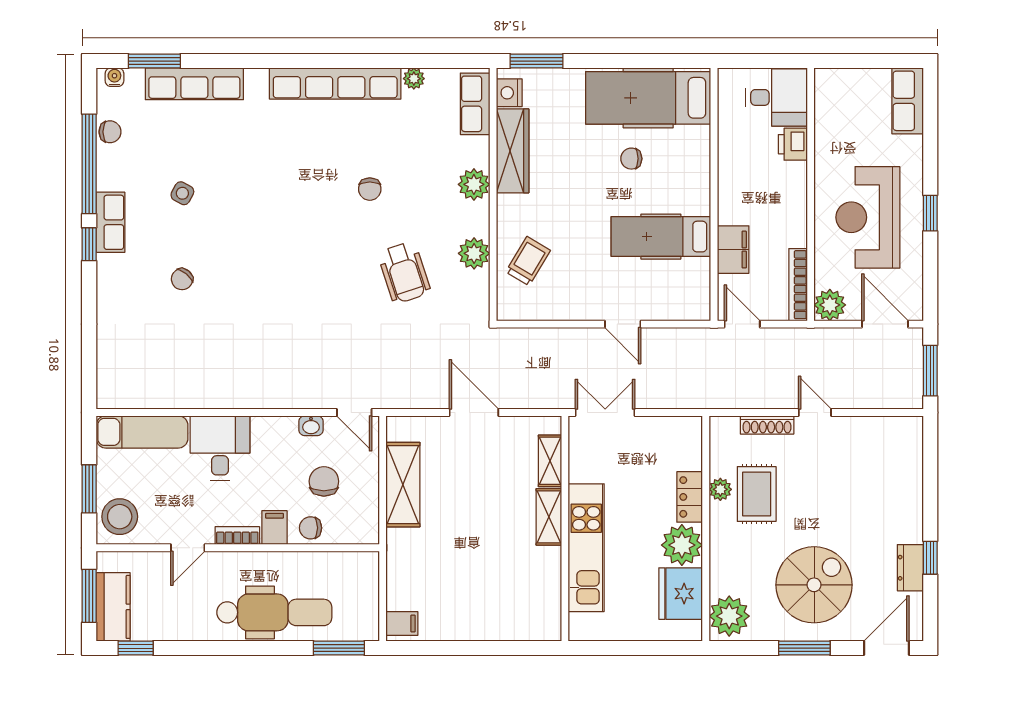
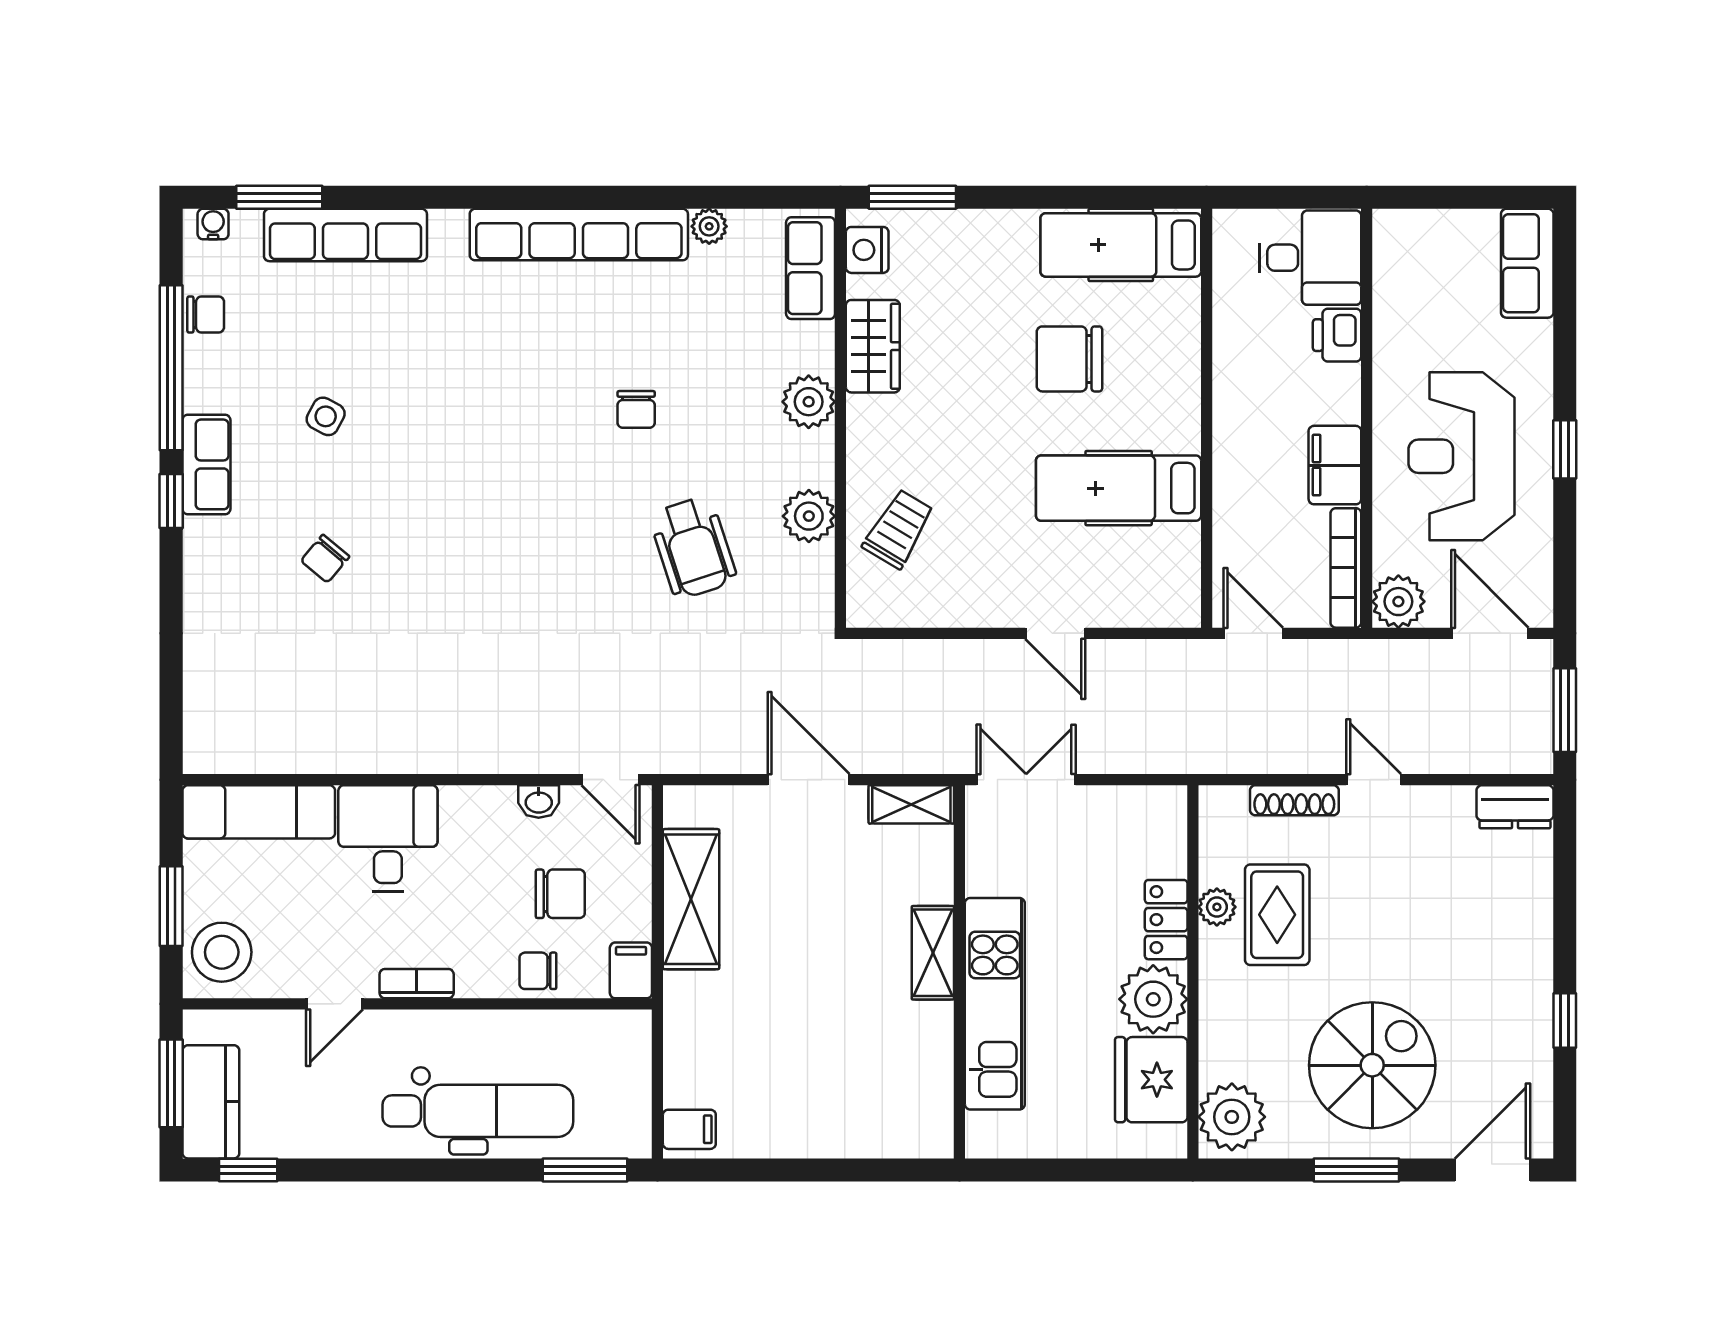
hospital bed: (648, 98) -> (1121, 245), width x0.73, depth x0.78
wardrobe: (513, 151) -> (873, 346), width x0.67
chair: (631, 159) -> (1069, 359), width x1.87, depth x1.87
filing cabinet: (733, 250) -> (1335, 465), moved, turned 180
shelving: (550, 461) -> (911, 804), moved, turned 90
chair: (324, 481) -> (560, 894), turned 90
filing cabinet: (274, 528) -> (631, 970), moved
dresser: (910, 568) -> (1515, 807), moved, turned -90

